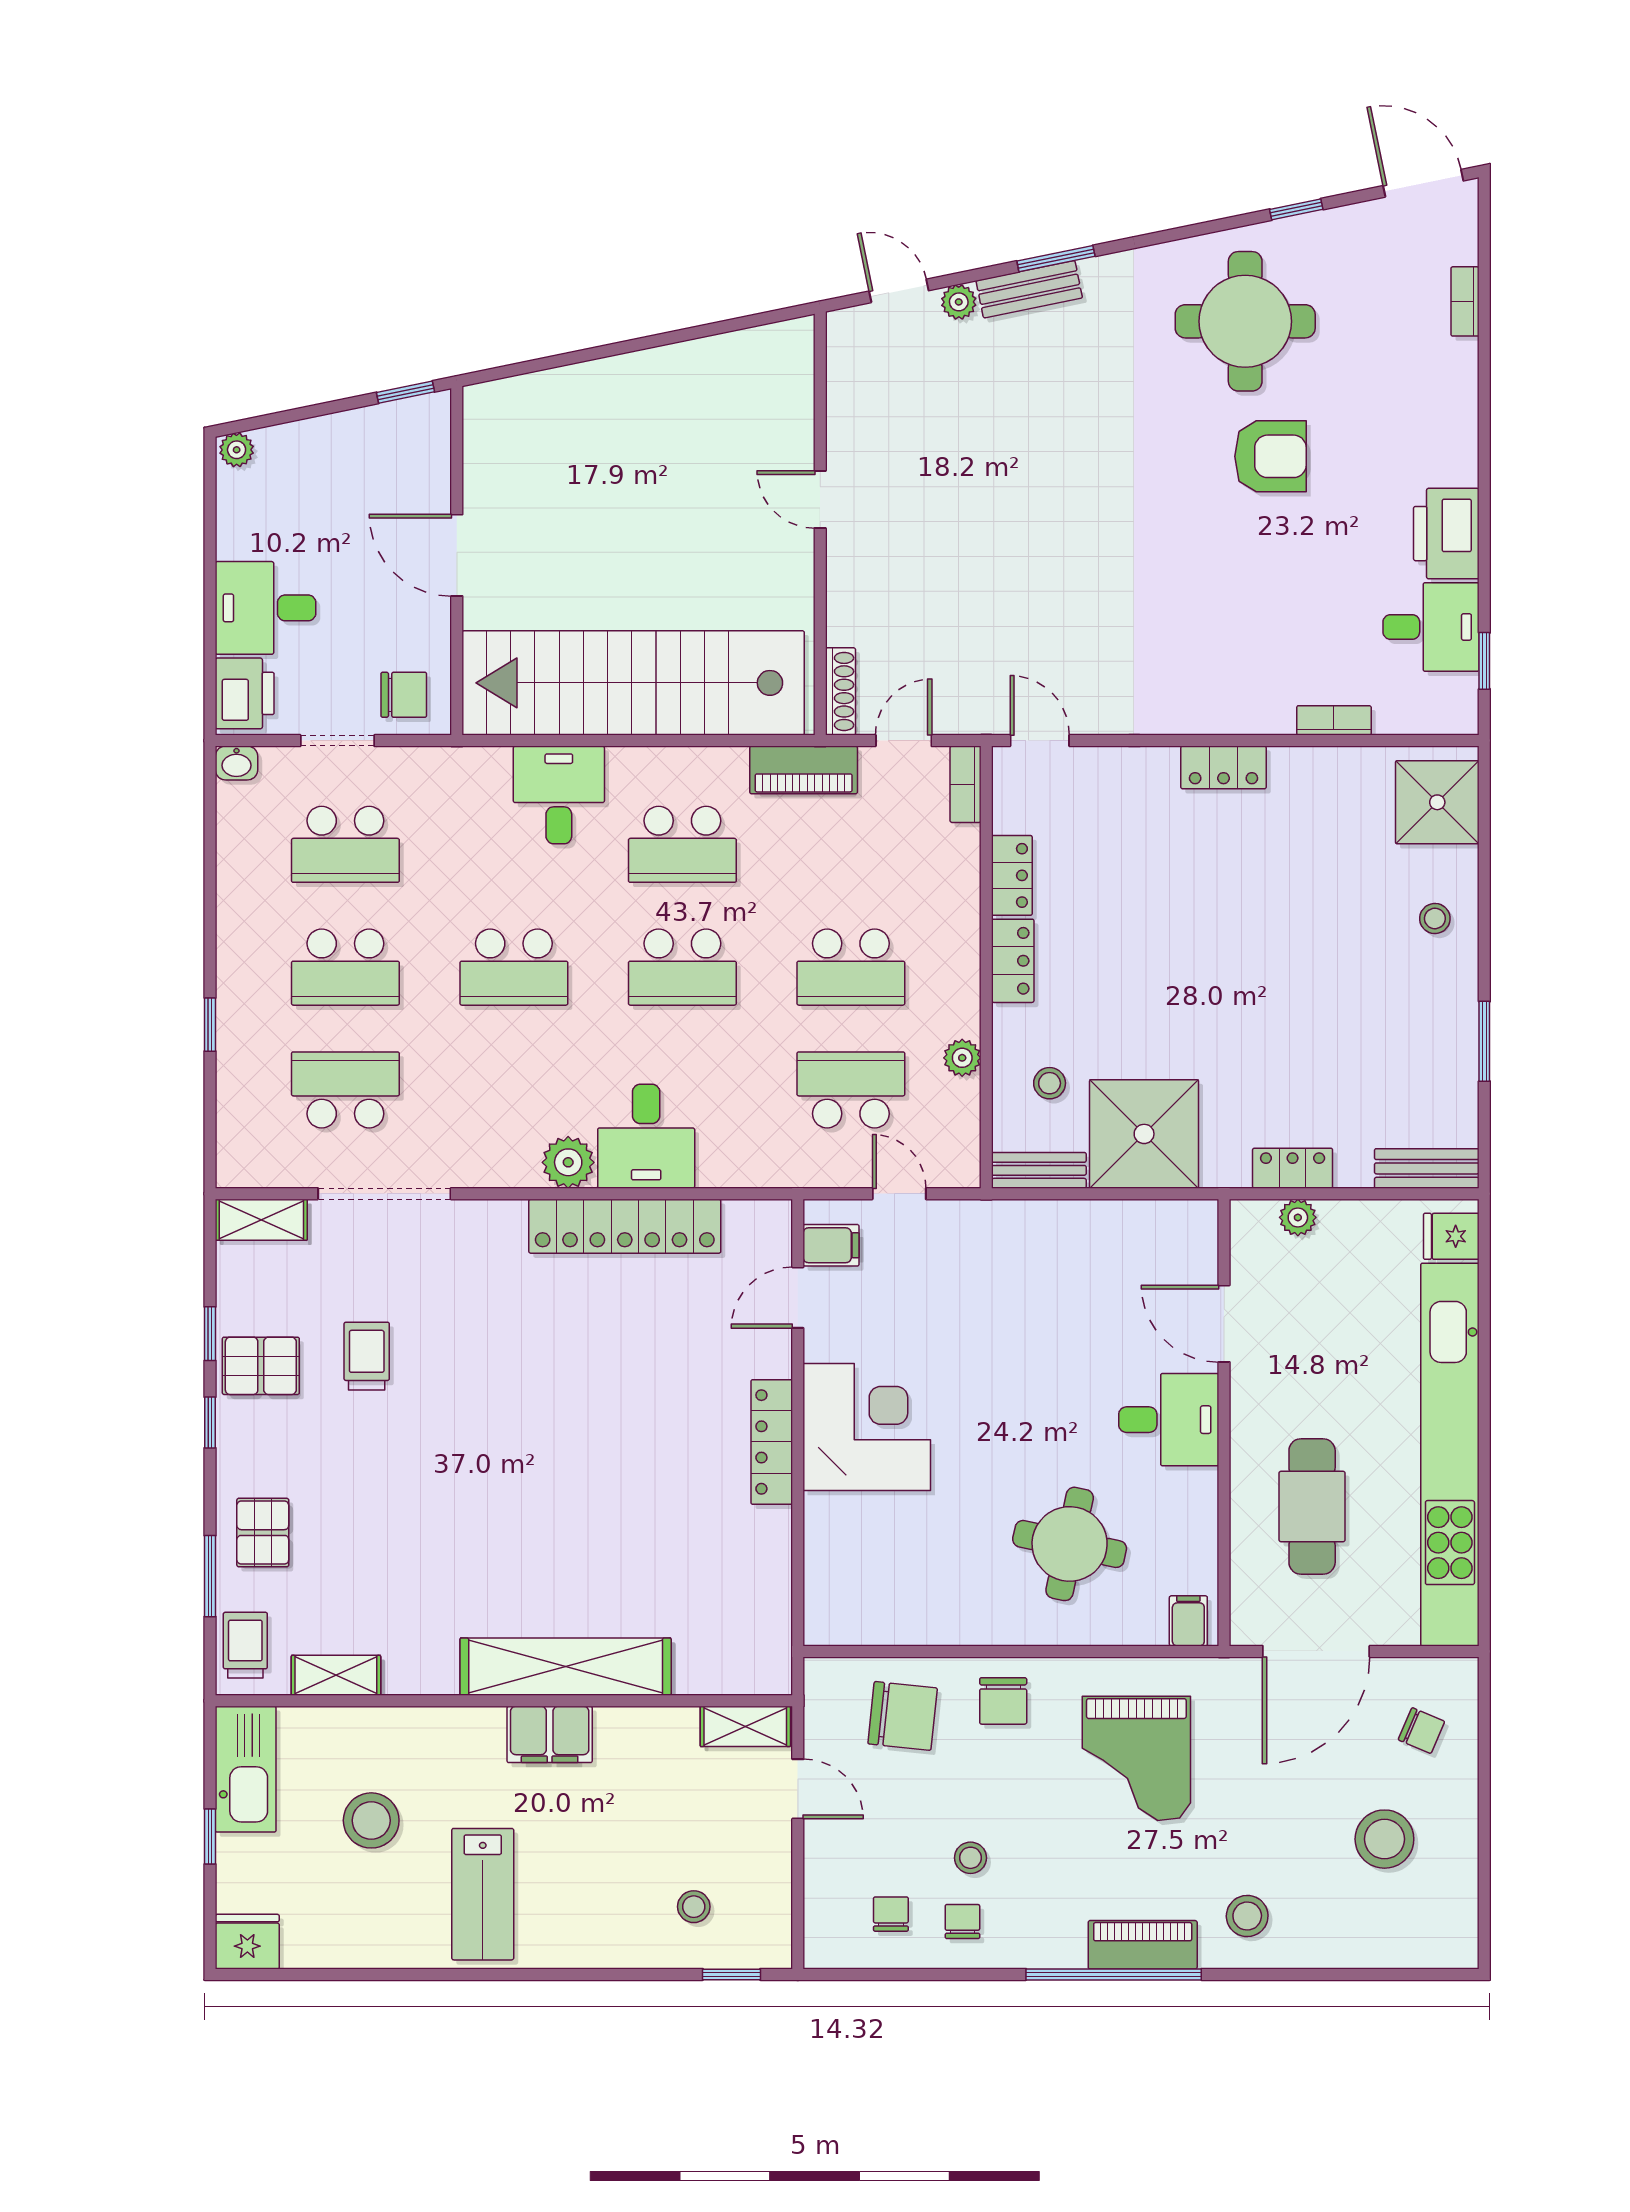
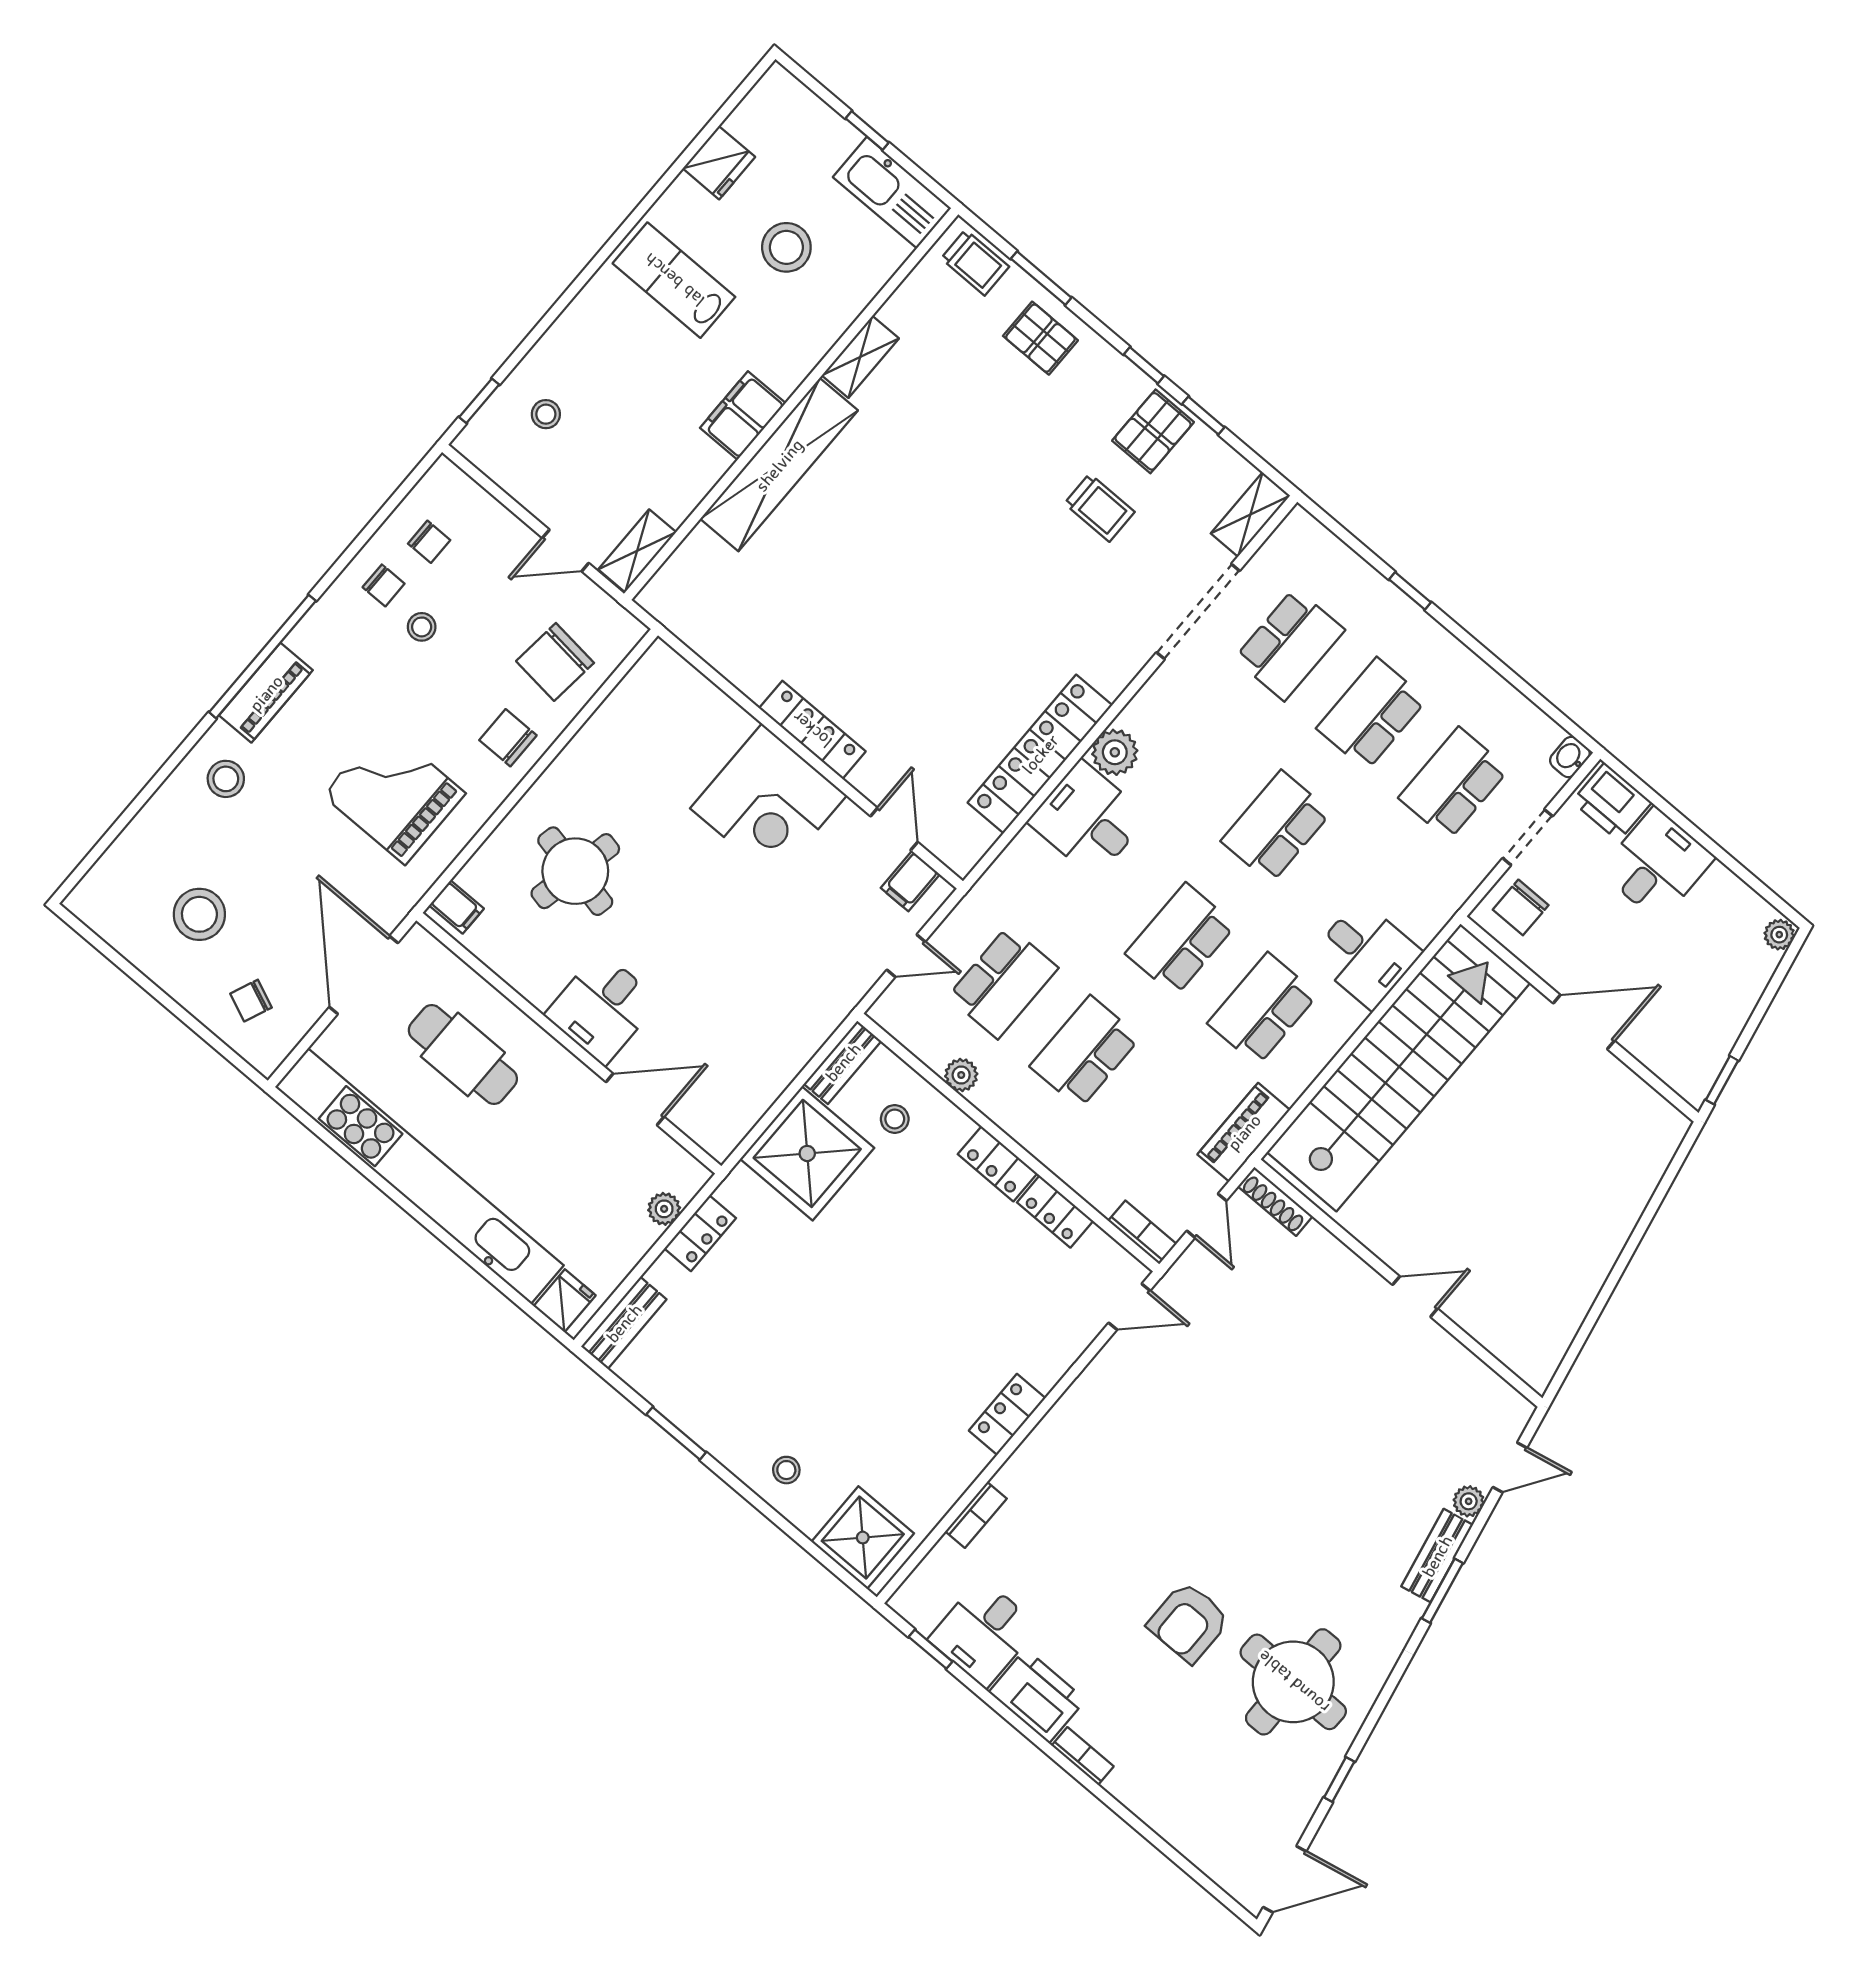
bookcase: (1465, 301) -> (1083, 1756), moved
shelving: (336, 1675) -> (860, 357), moved
fridge: (247, 1942) -> (719, 163), moved

